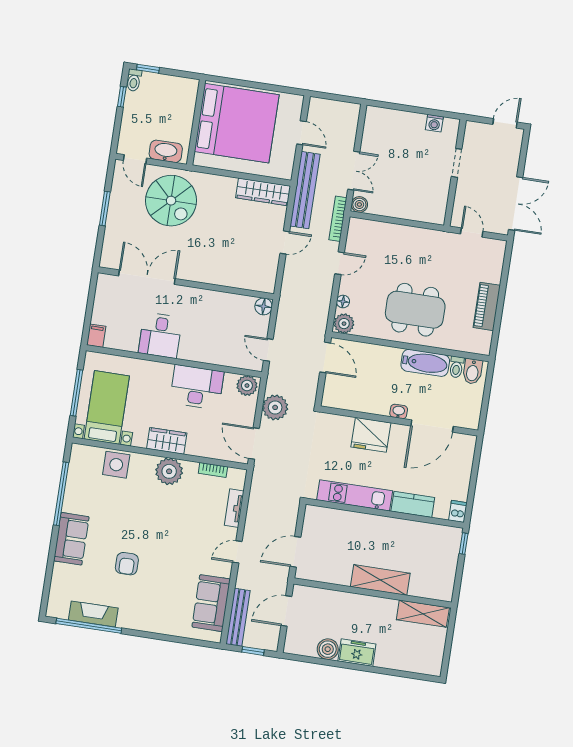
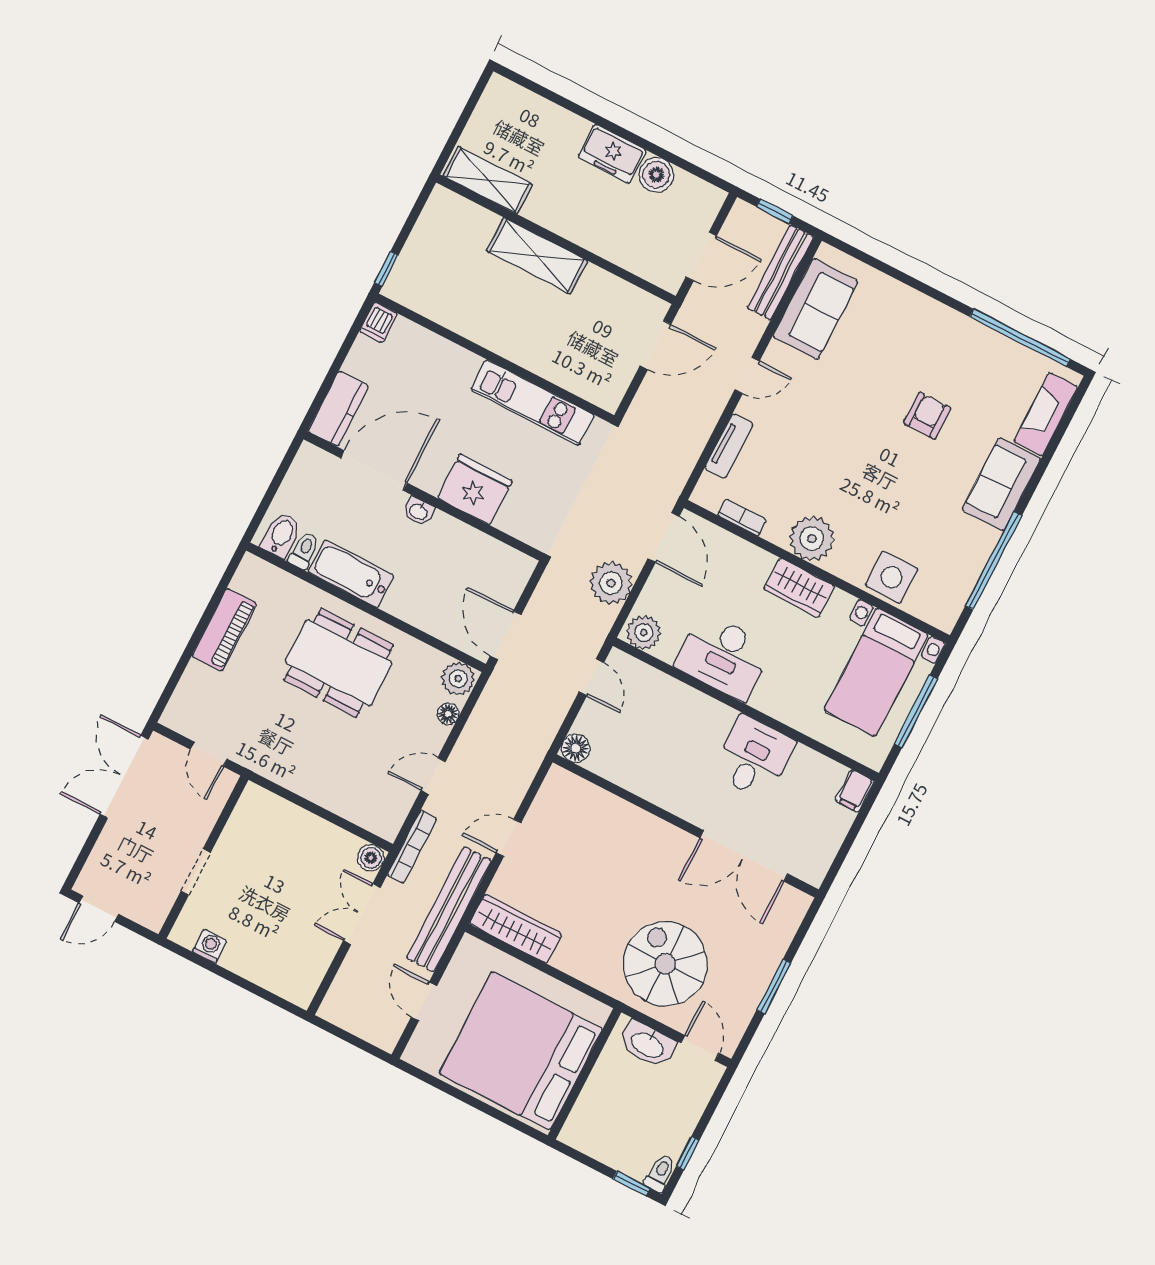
kitchen counter: (413, 504) -> (338, 409), moved, turned -90
fireplace: (93, 614) -> (1046, 414), moved, turned 90

